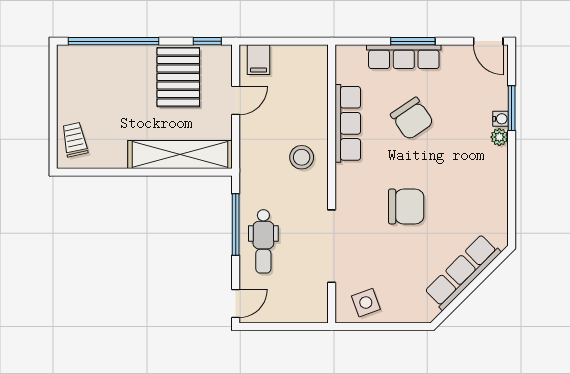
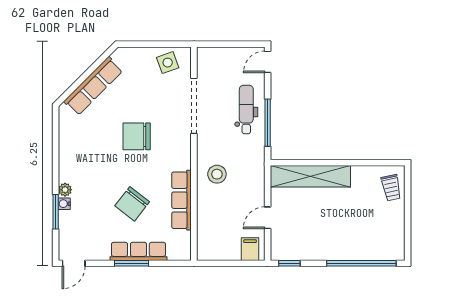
door: (488, 41) -> (74, 263), swing flipped
pallet: (178, 77) -> (312, 236), removed
chair: (412, 119) -> (132, 204), turned -108

